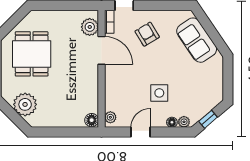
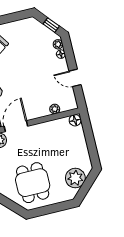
dining table: (32, 54) -> (33, 183), turned 90
side table: (159, 93) -> (39, 70), removed
plant: (110, 117) -> (55, 109), moved

